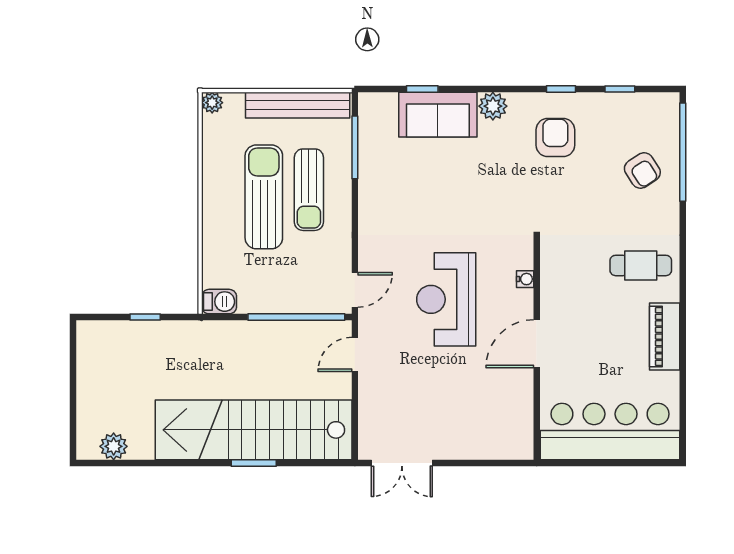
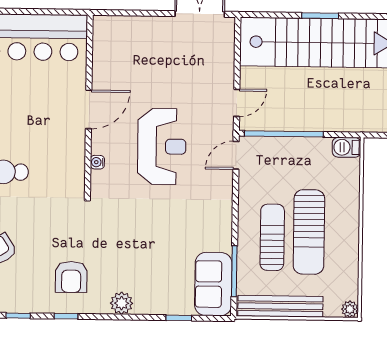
sofa: (438, 115) -> (213, 284), moved, turned -90

